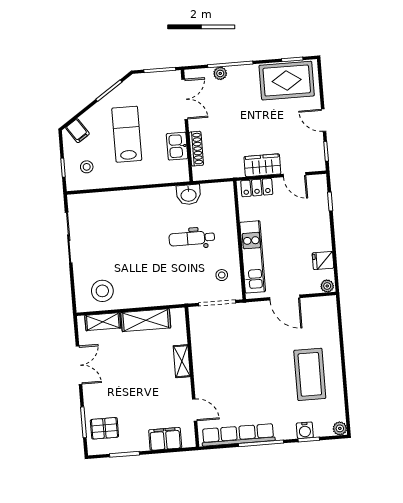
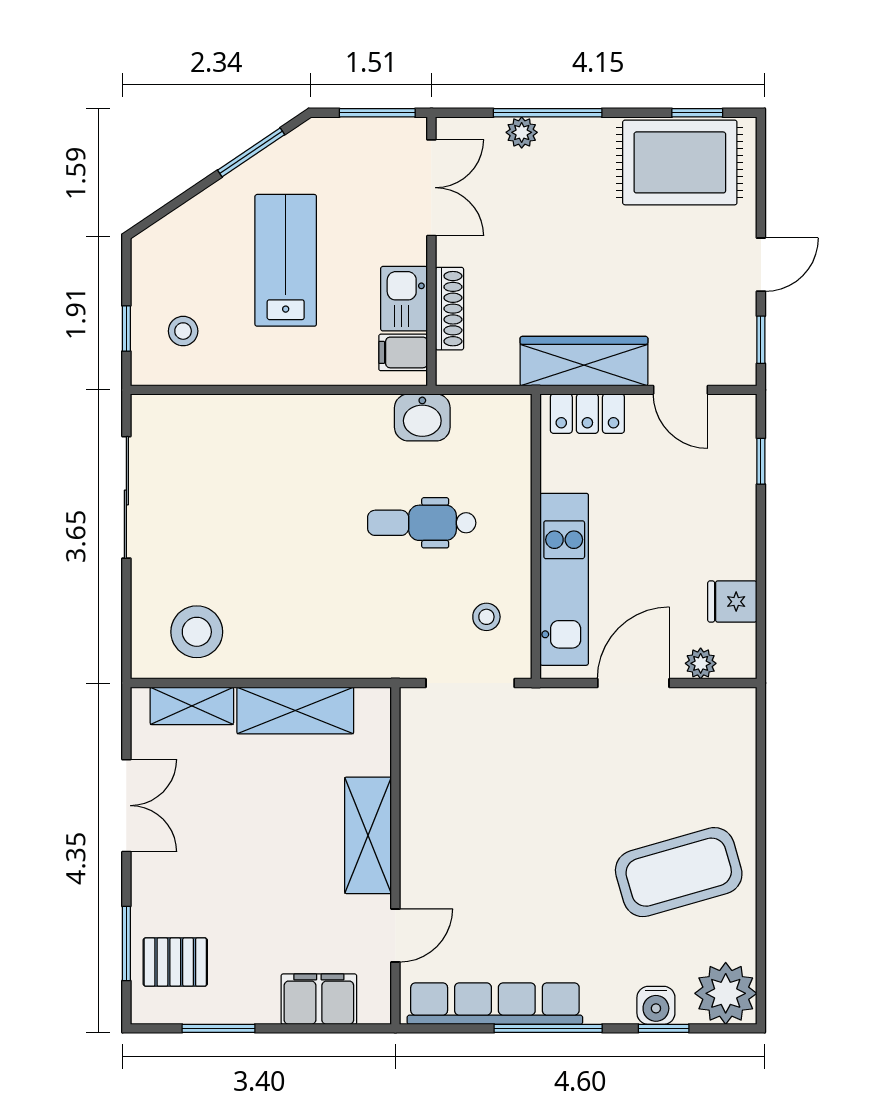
door: (324, 120) -> (761, 265), swing flipped
filing cabinet: (77, 131) -> (403, 352), moved, turned 124
wardrobe: (262, 165) -> (584, 361), width x1.50
plant: (327, 286) -> (701, 663), moved
door: (285, 298) -> (633, 683), swing flipped
shelving: (182, 361) -> (368, 835), width x1.50, depth x1.33
coffee table: (310, 374) -> (679, 872), turned 74
door: (195, 410) -> (395, 936), hinge flipped
plant: (340, 428) -> (726, 993), width x1.87, depth x1.87

